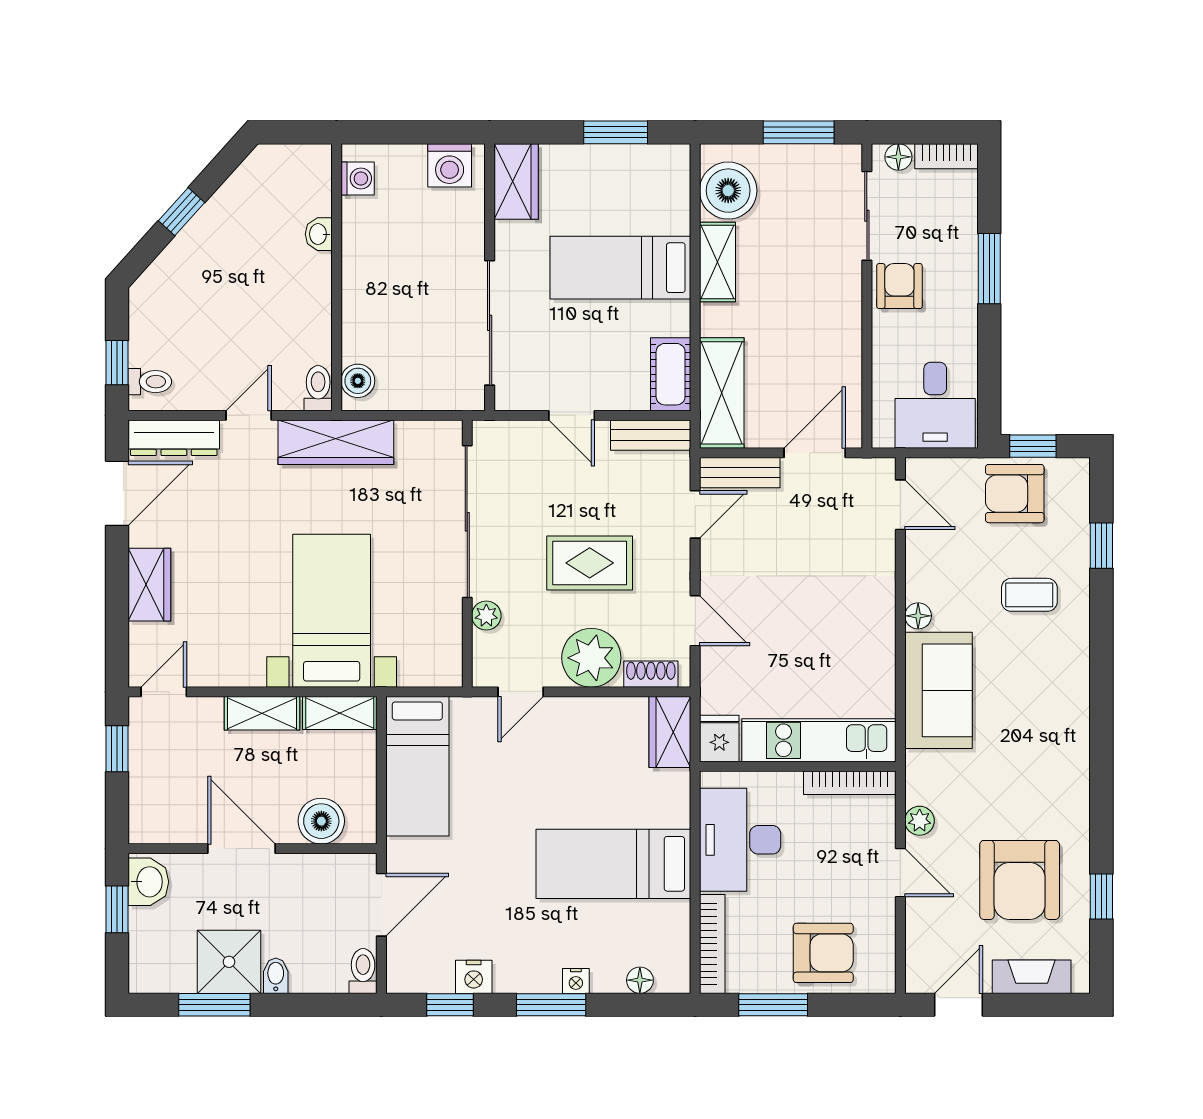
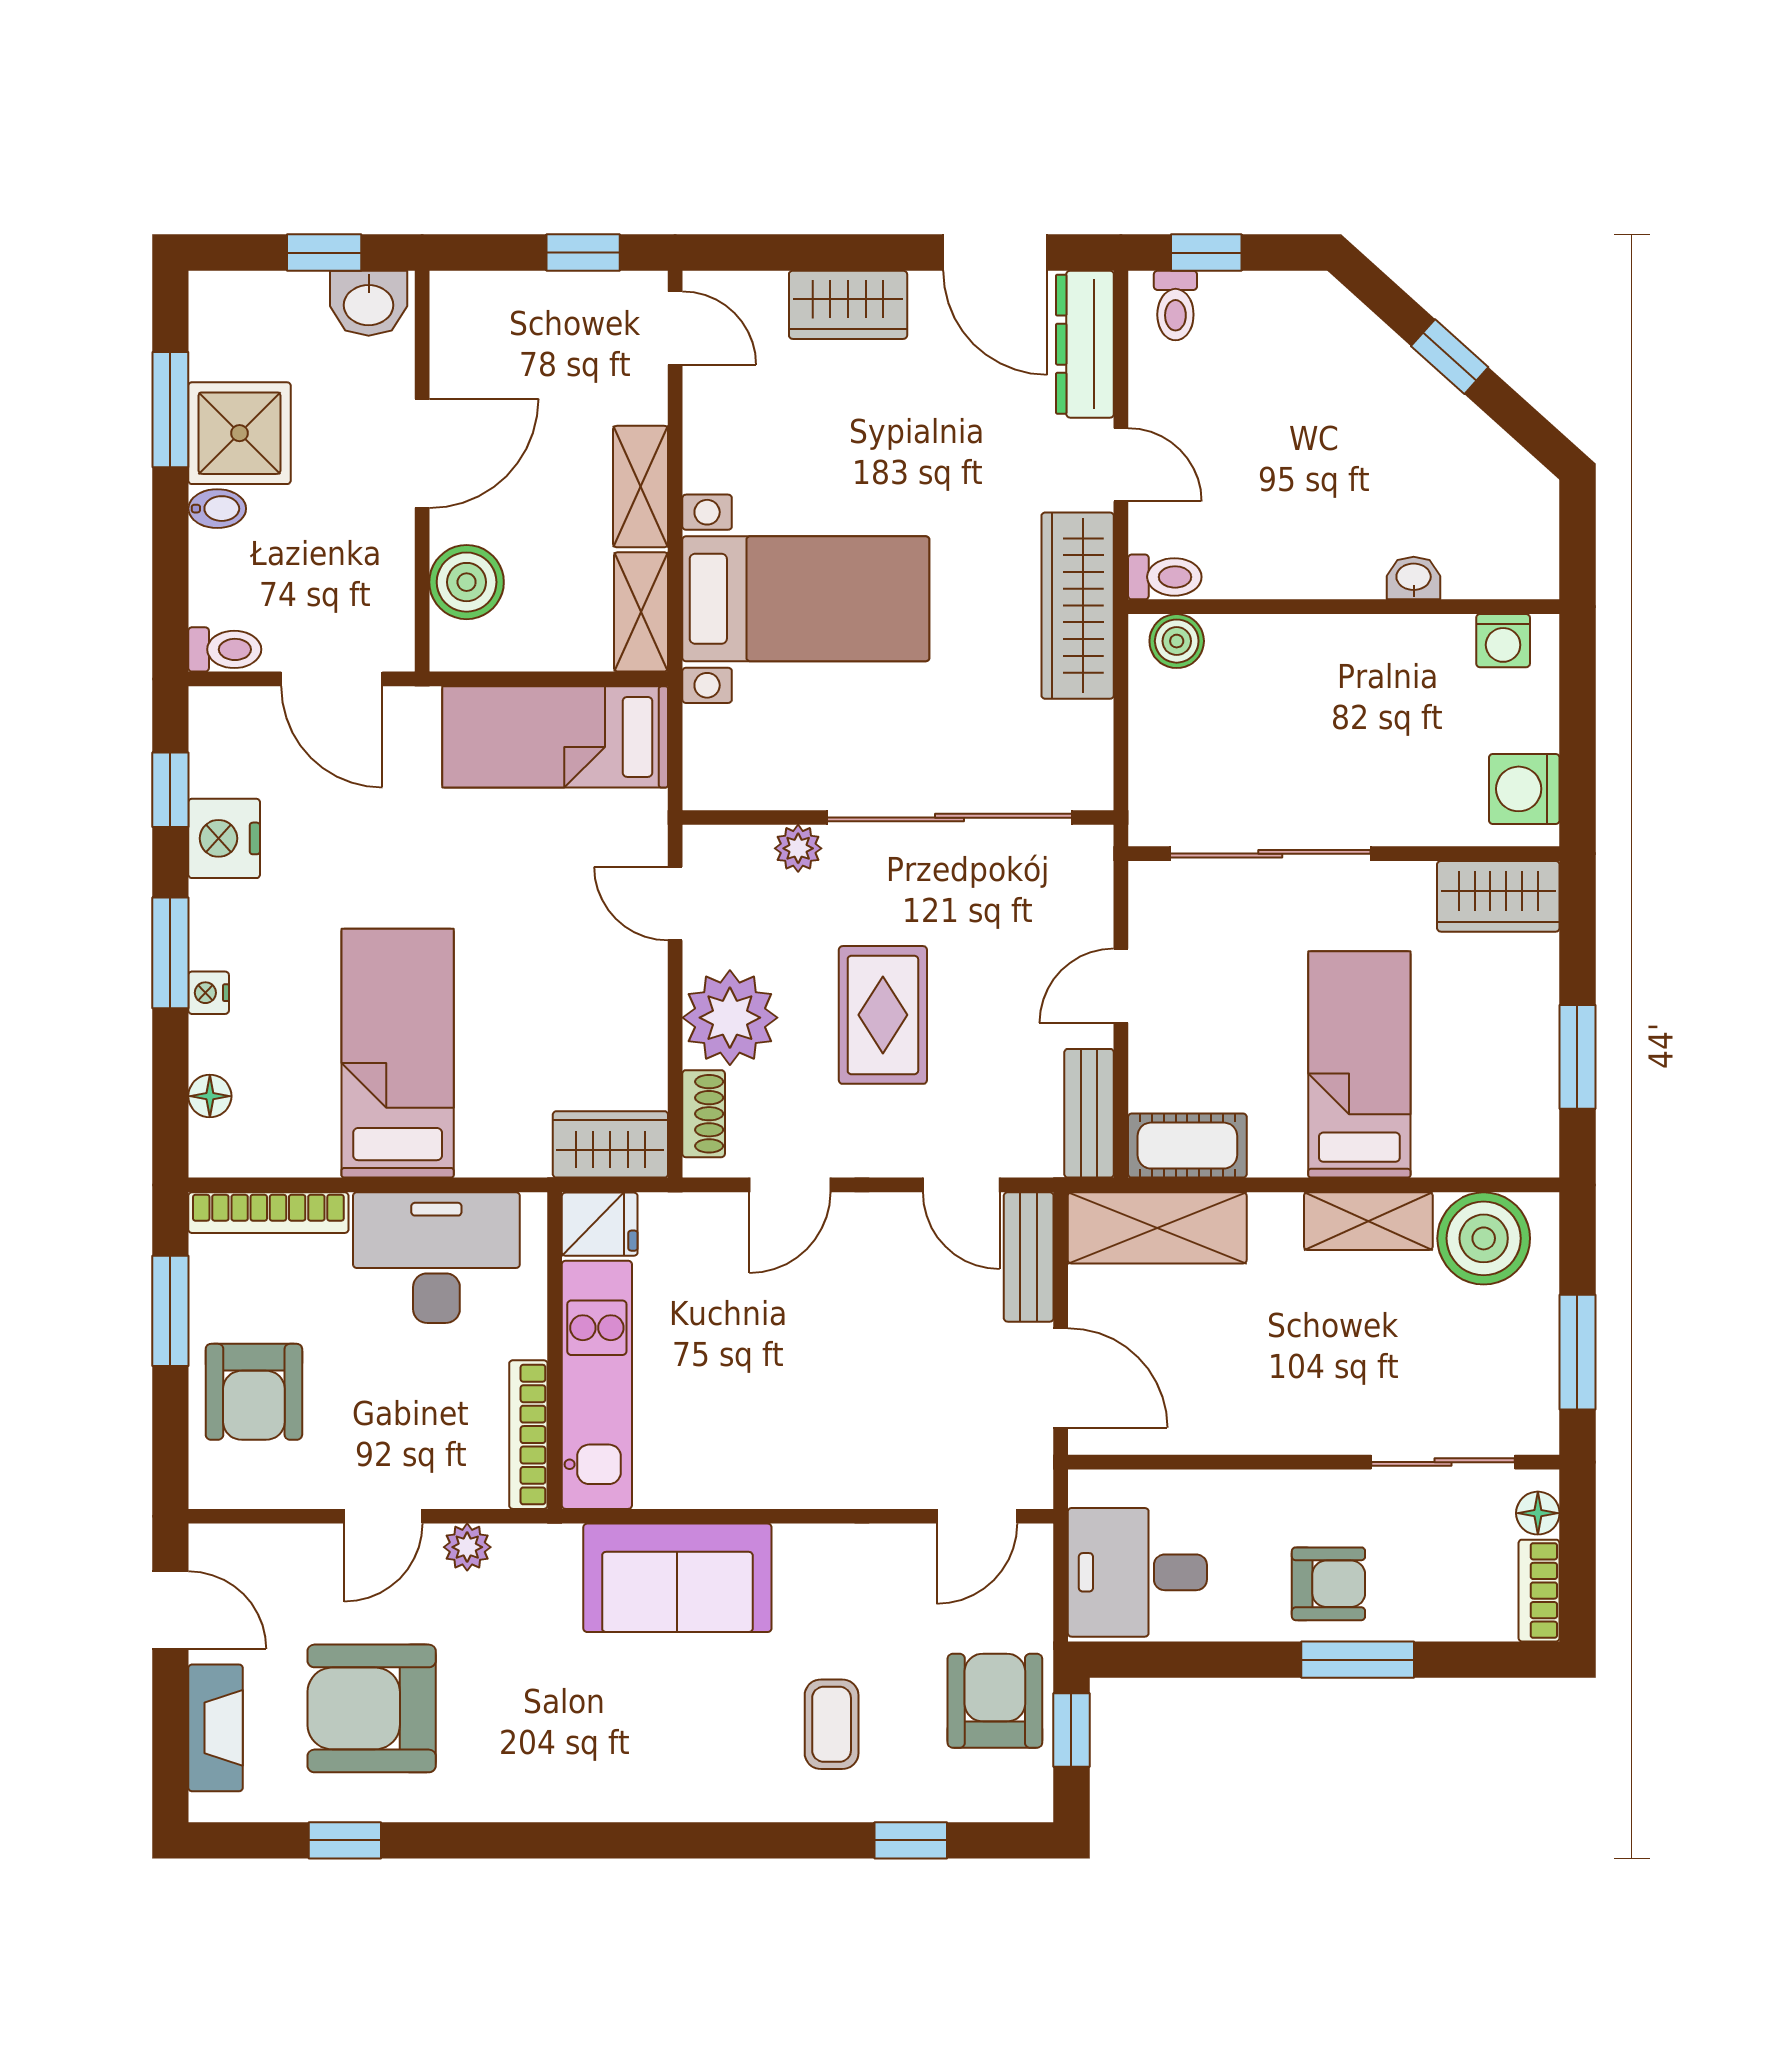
armchair: (899, 286) -> (1328, 1584), moved
floor lamp: (918, 616) -> (798, 1545), removed
nightstand: (474, 977) -> (224, 838), width x1.36, depth x1.33

